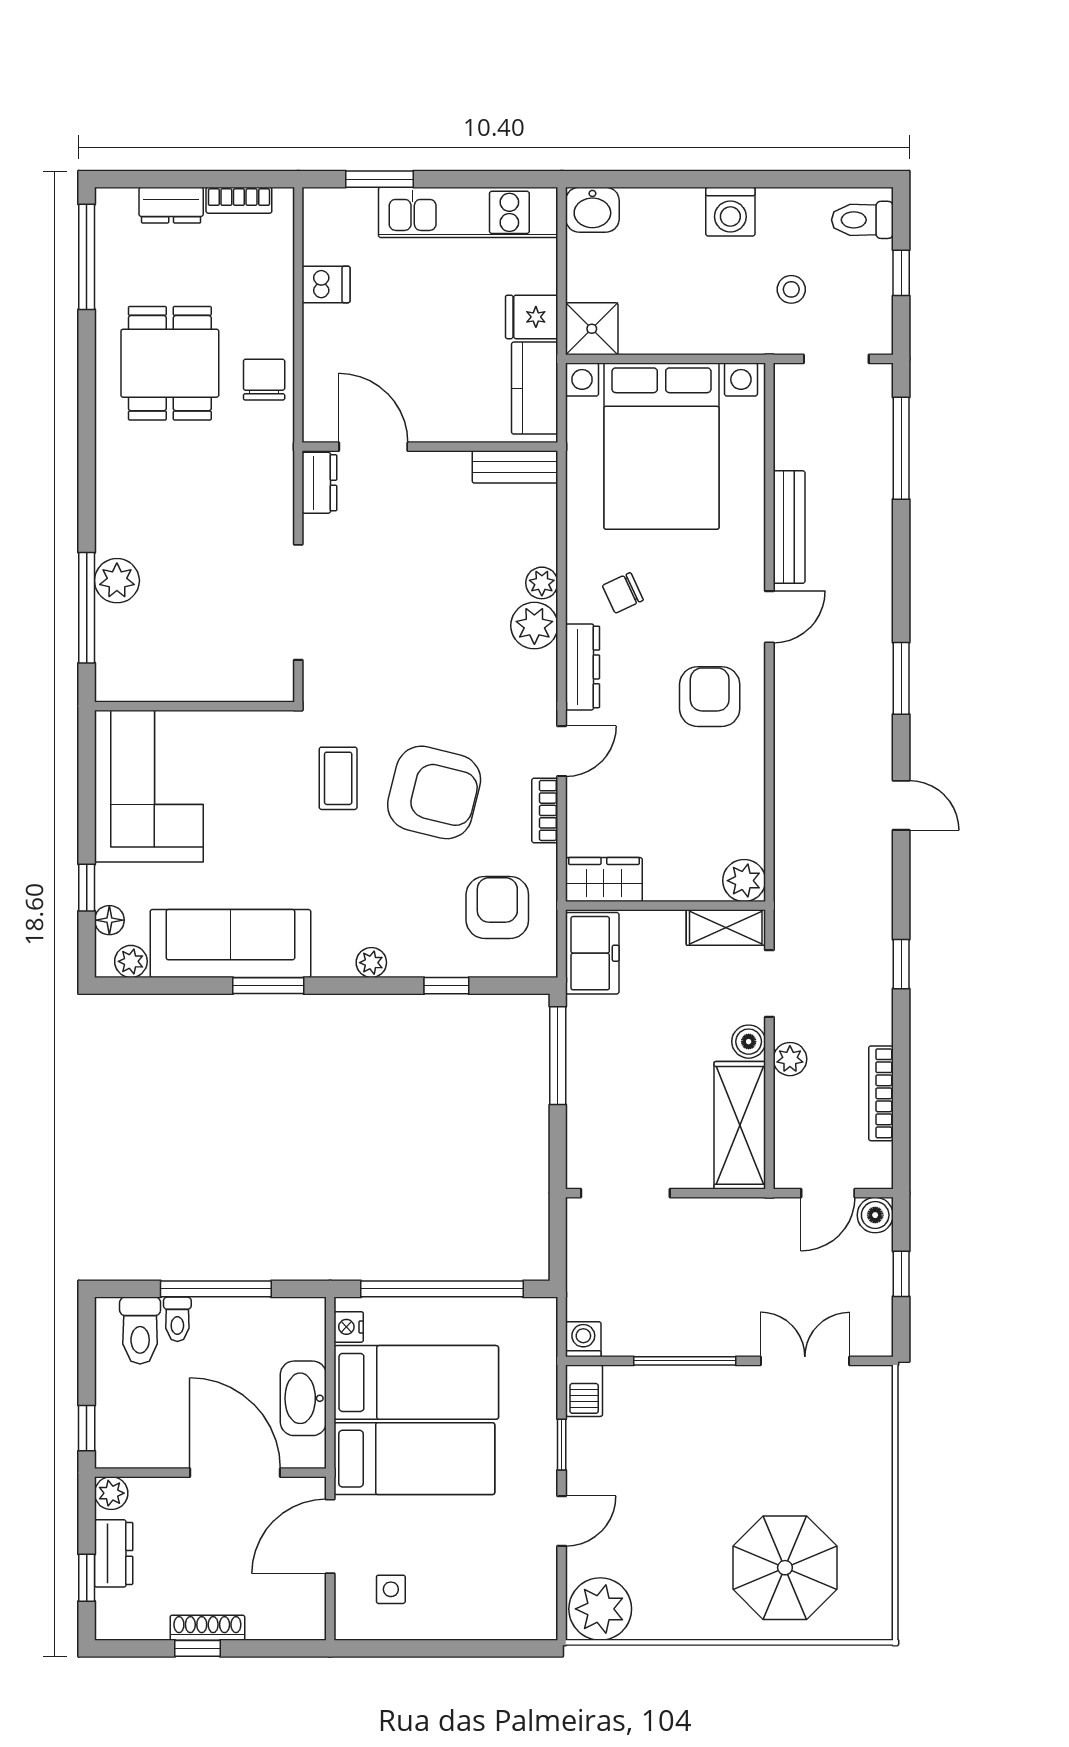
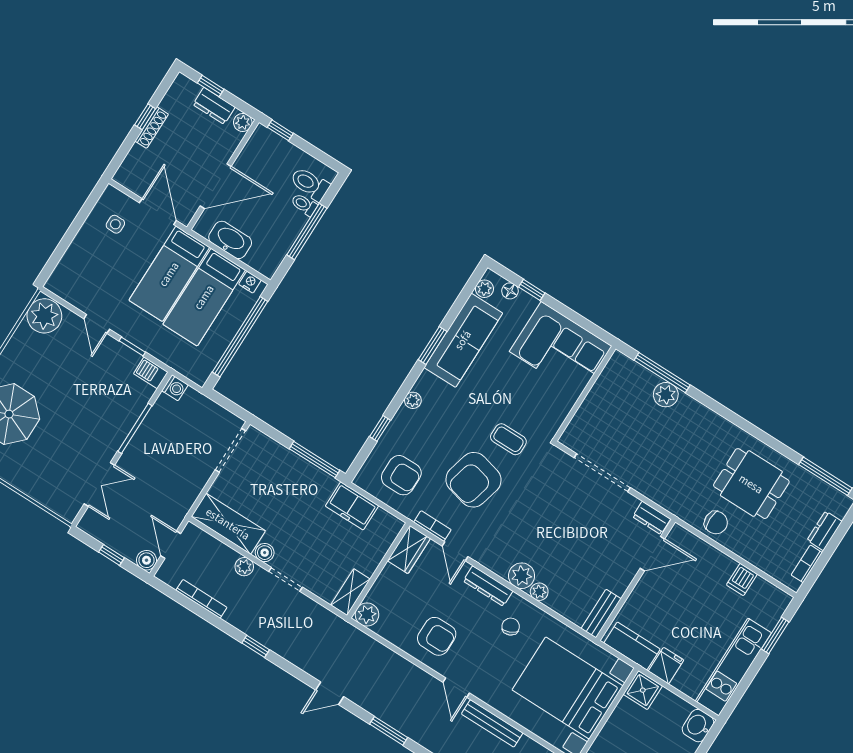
wardrobe: (604, 880) -> (409, 550), moved
plant: (744, 881) -> (367, 615), moved
wall: (666, 906) -> (378, 571), moved
shelving: (726, 928) -> (350, 592), moved

